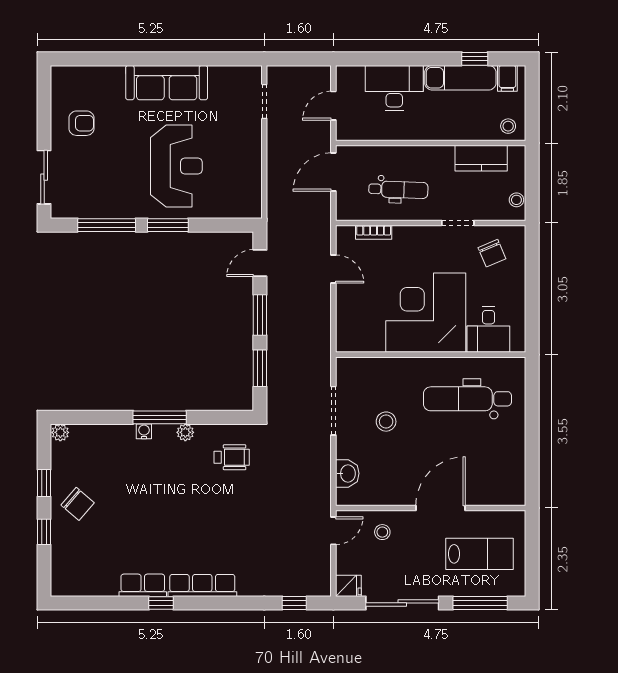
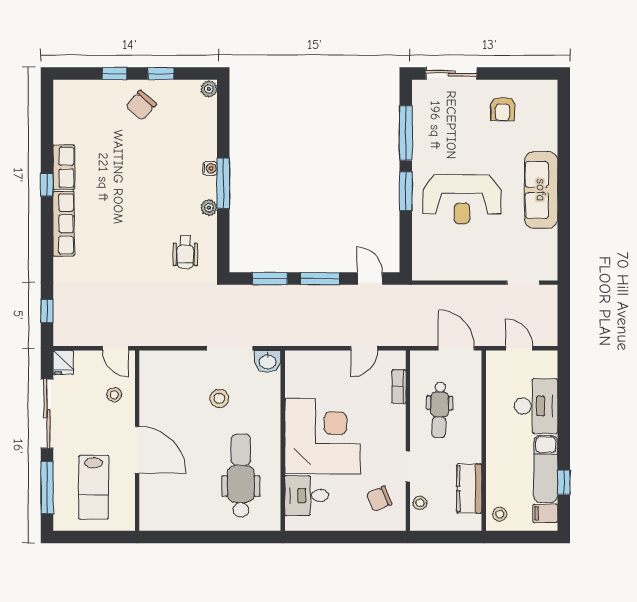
stool: (516, 200) -> (420, 503), moved
washbasin: (347, 473) -> (268, 361), moved

